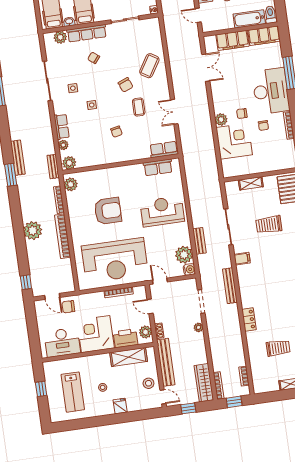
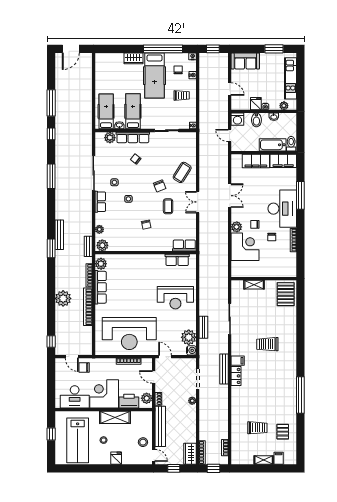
double door: (206, 68) -> (230, 196), moved
double door: (174, 112) -> (198, 202), moved
row of seats: (62, 127) -> (100, 202), moved
armchair: (108, 211) -> (129, 291), removed
reception desk: (162, 211) -> (175, 298), turned 180
row of seats: (74, 212) -> (101, 287), added
trolley: (269, 225) -> (267, 344), moved
filing cabinet: (242, 259) -> (238, 361), moved
locker: (249, 319) -> (236, 376), moved
shelving: (129, 357) -> (115, 417), moved
wardrobe: (204, 383) -> (190, 454), width x0.67
lab bench: (73, 392) -> (78, 440), width x1.36, depth x1.39

